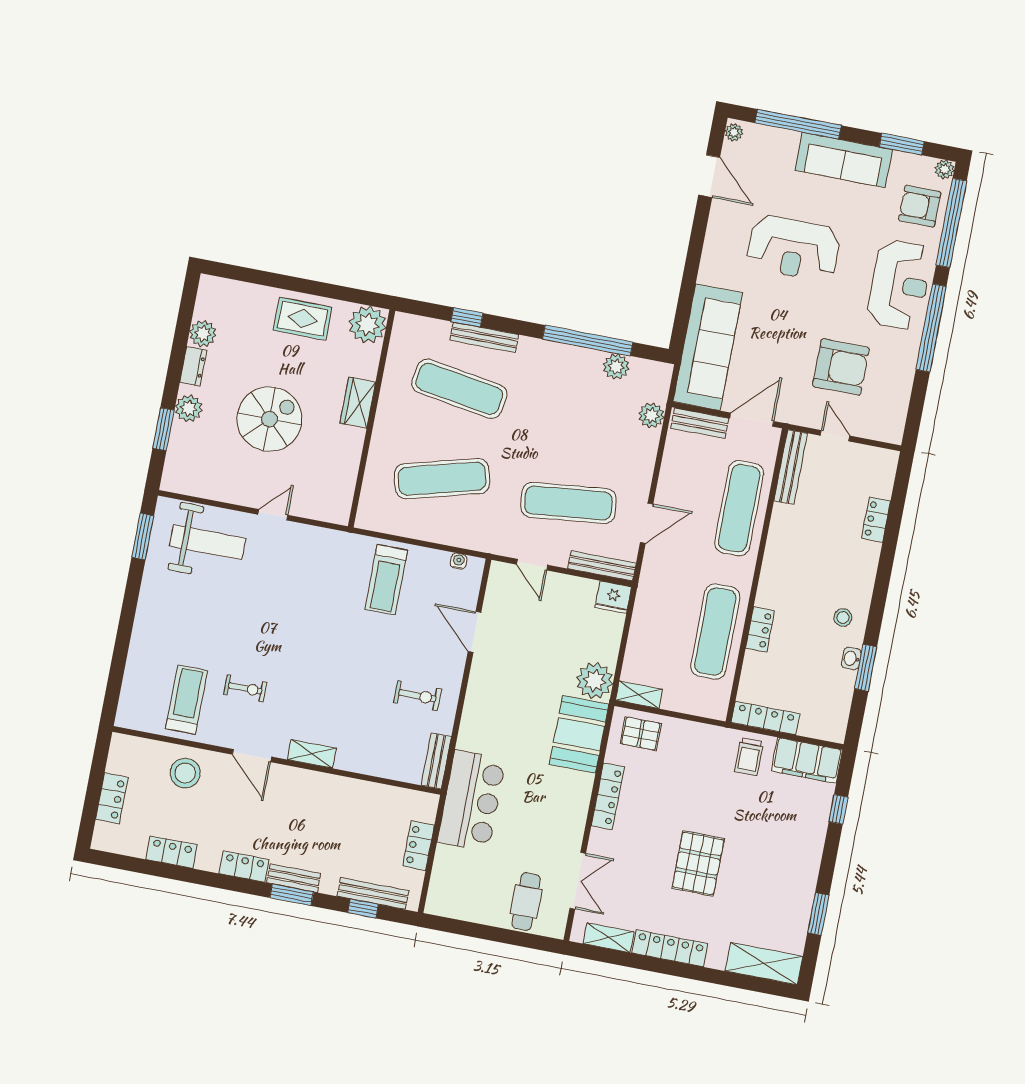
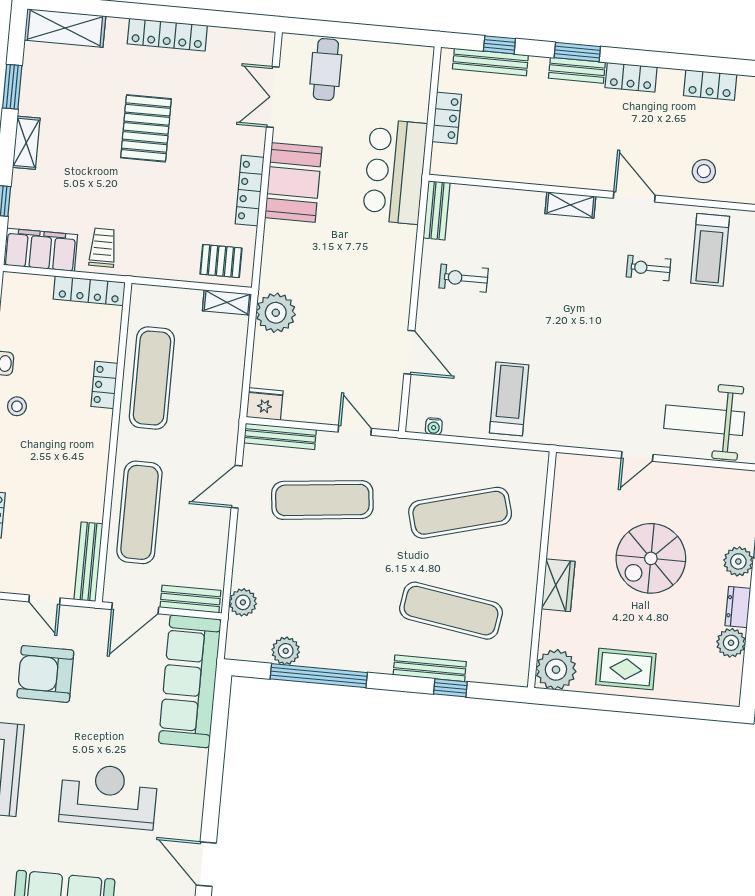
booth: (579, 734) -> (293, 182), moved
stool: (185, 773) -> (704, 171), width x0.73, depth x0.73
shelving: (609, 938) -> (26, 143), moved, turned 90

